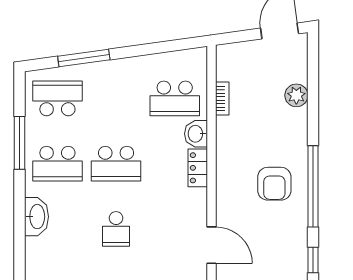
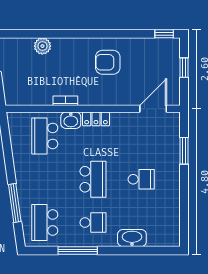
school desk: (175, 98) -> (45, 136), turned 180
bookcase: (222, 99) -> (65, 101), moved
school desk: (57, 164) -> (93, 223), width x0.54
armchair: (274, 184) -> (108, 62), turned 180
window: (313, 186) -> (110, 34), removed

